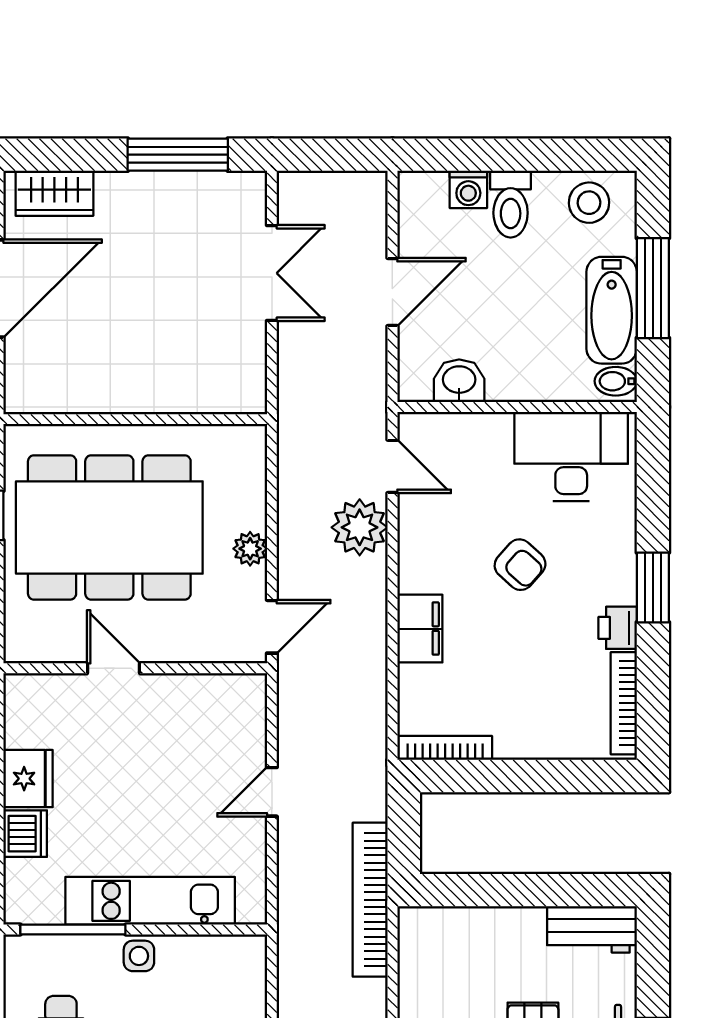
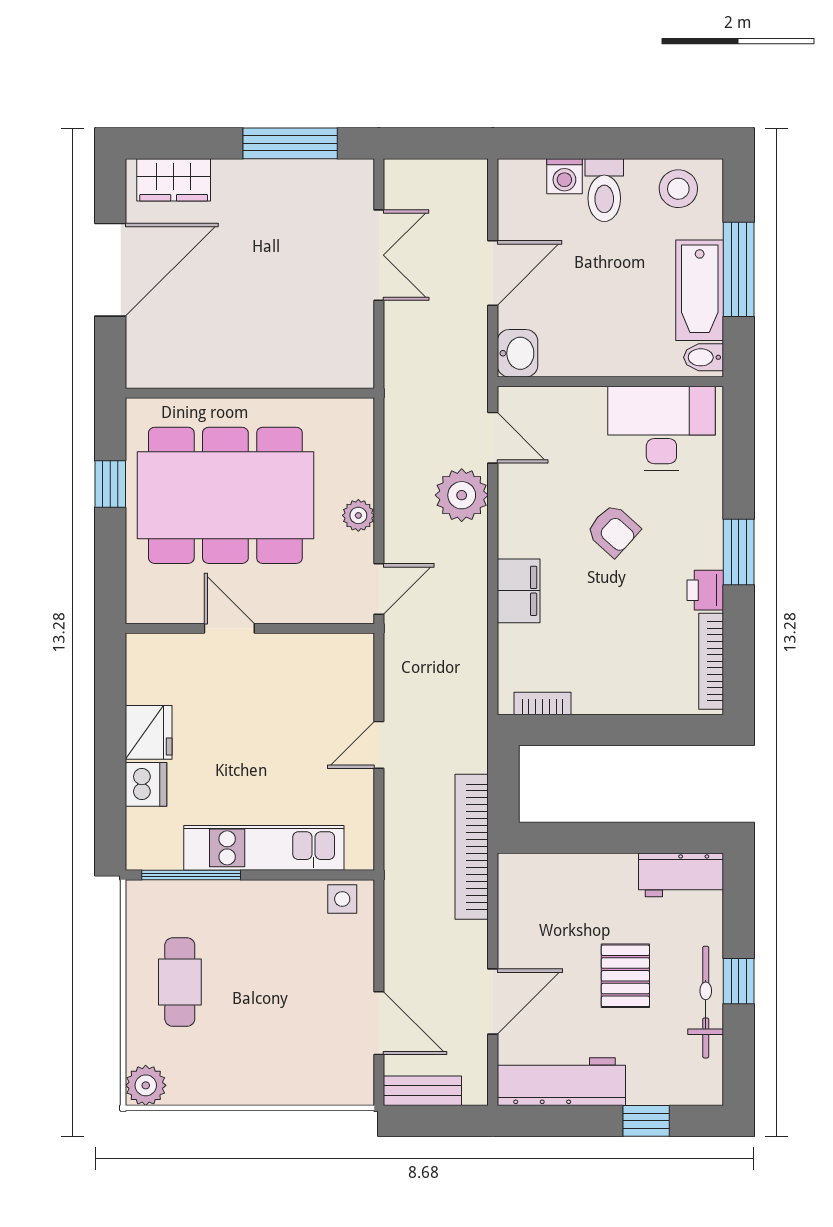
washbasin: (459, 381) -> (518, 353), moved, turned 90
bookcase: (445, 748) -> (543, 704), width x0.64
side table: (139, 956) -> (342, 899), moved

